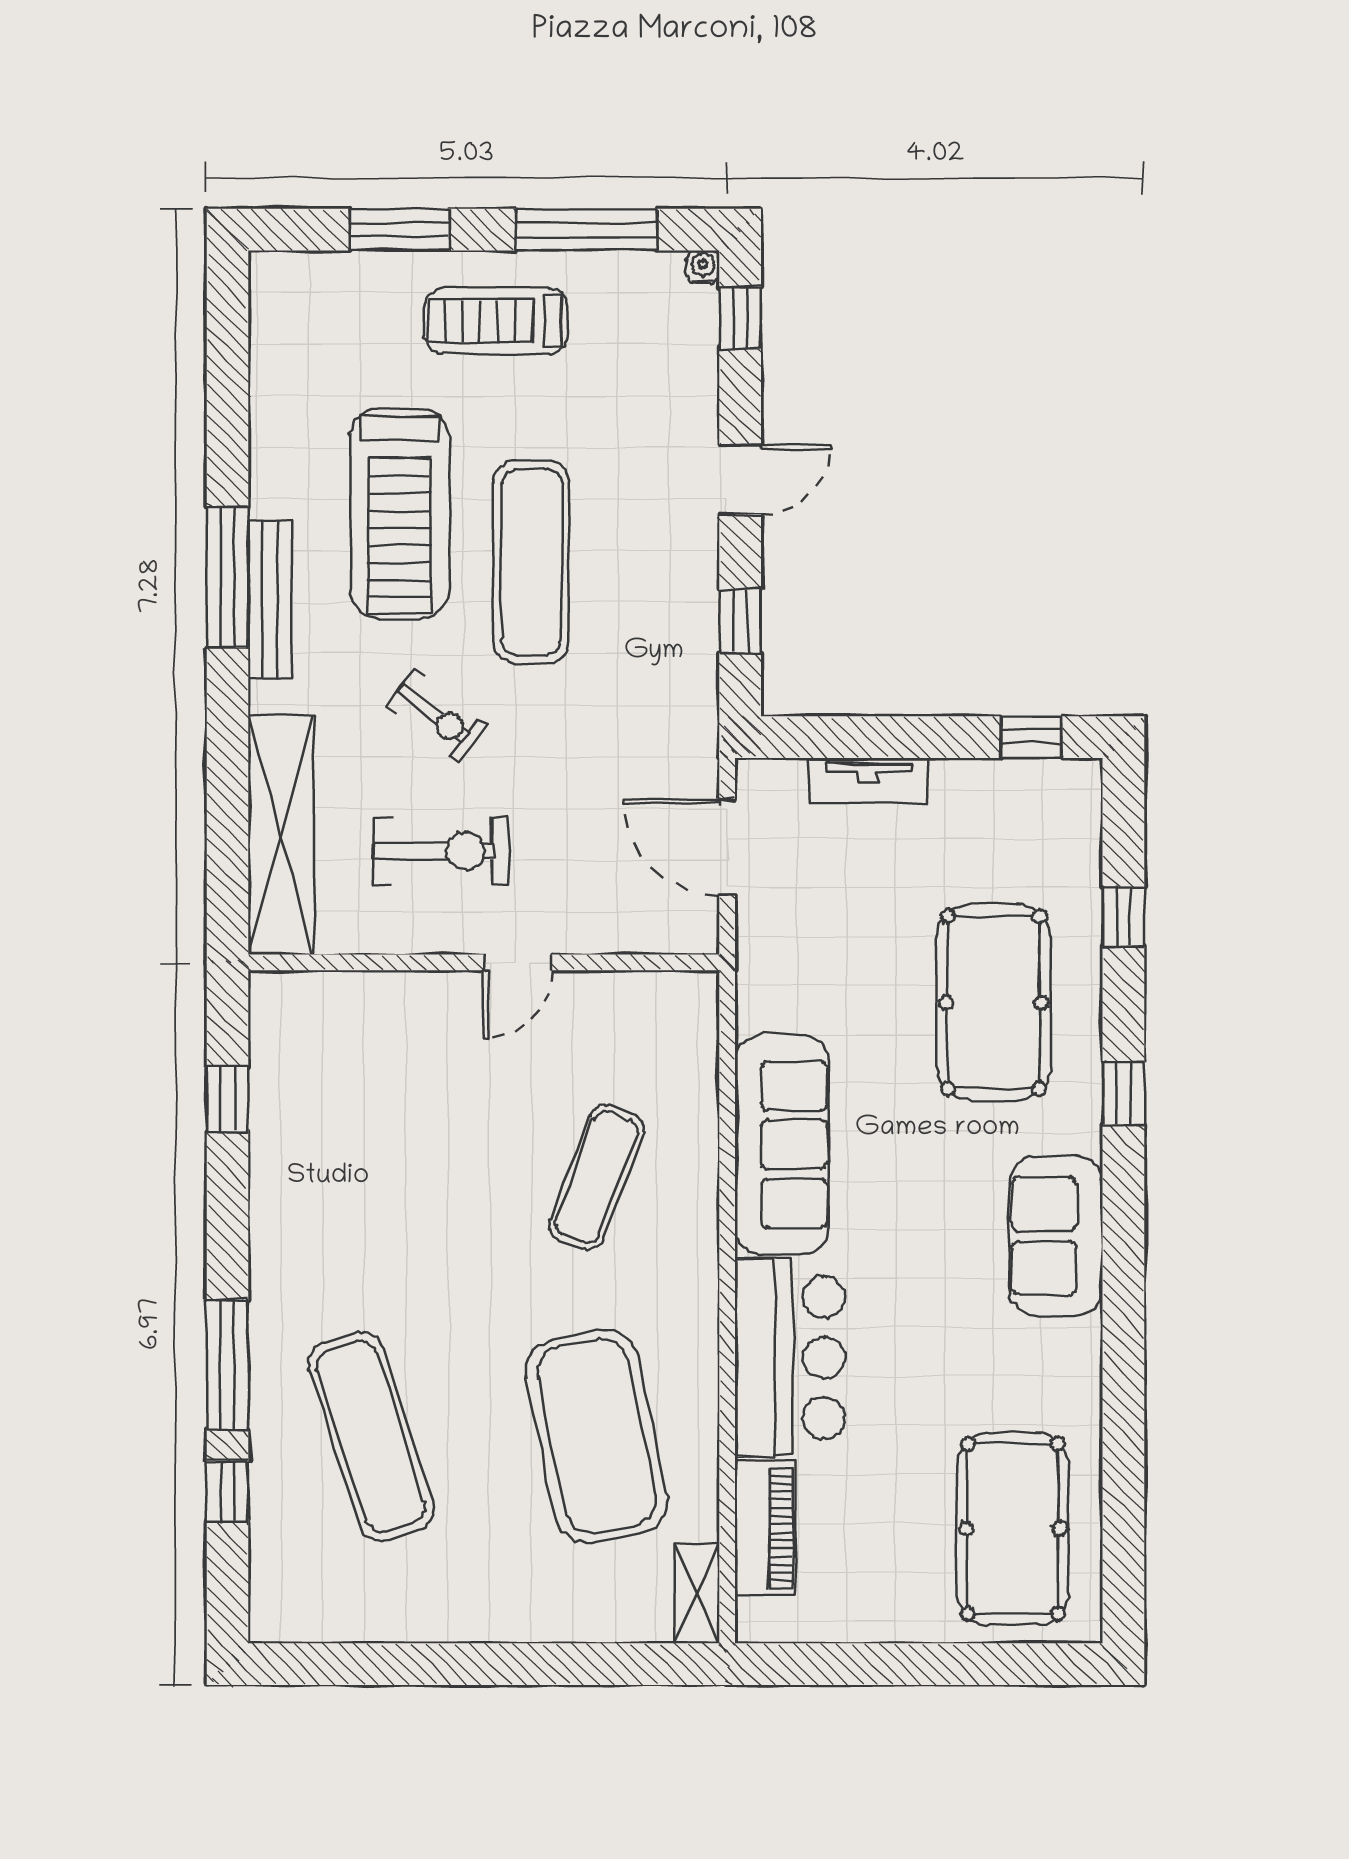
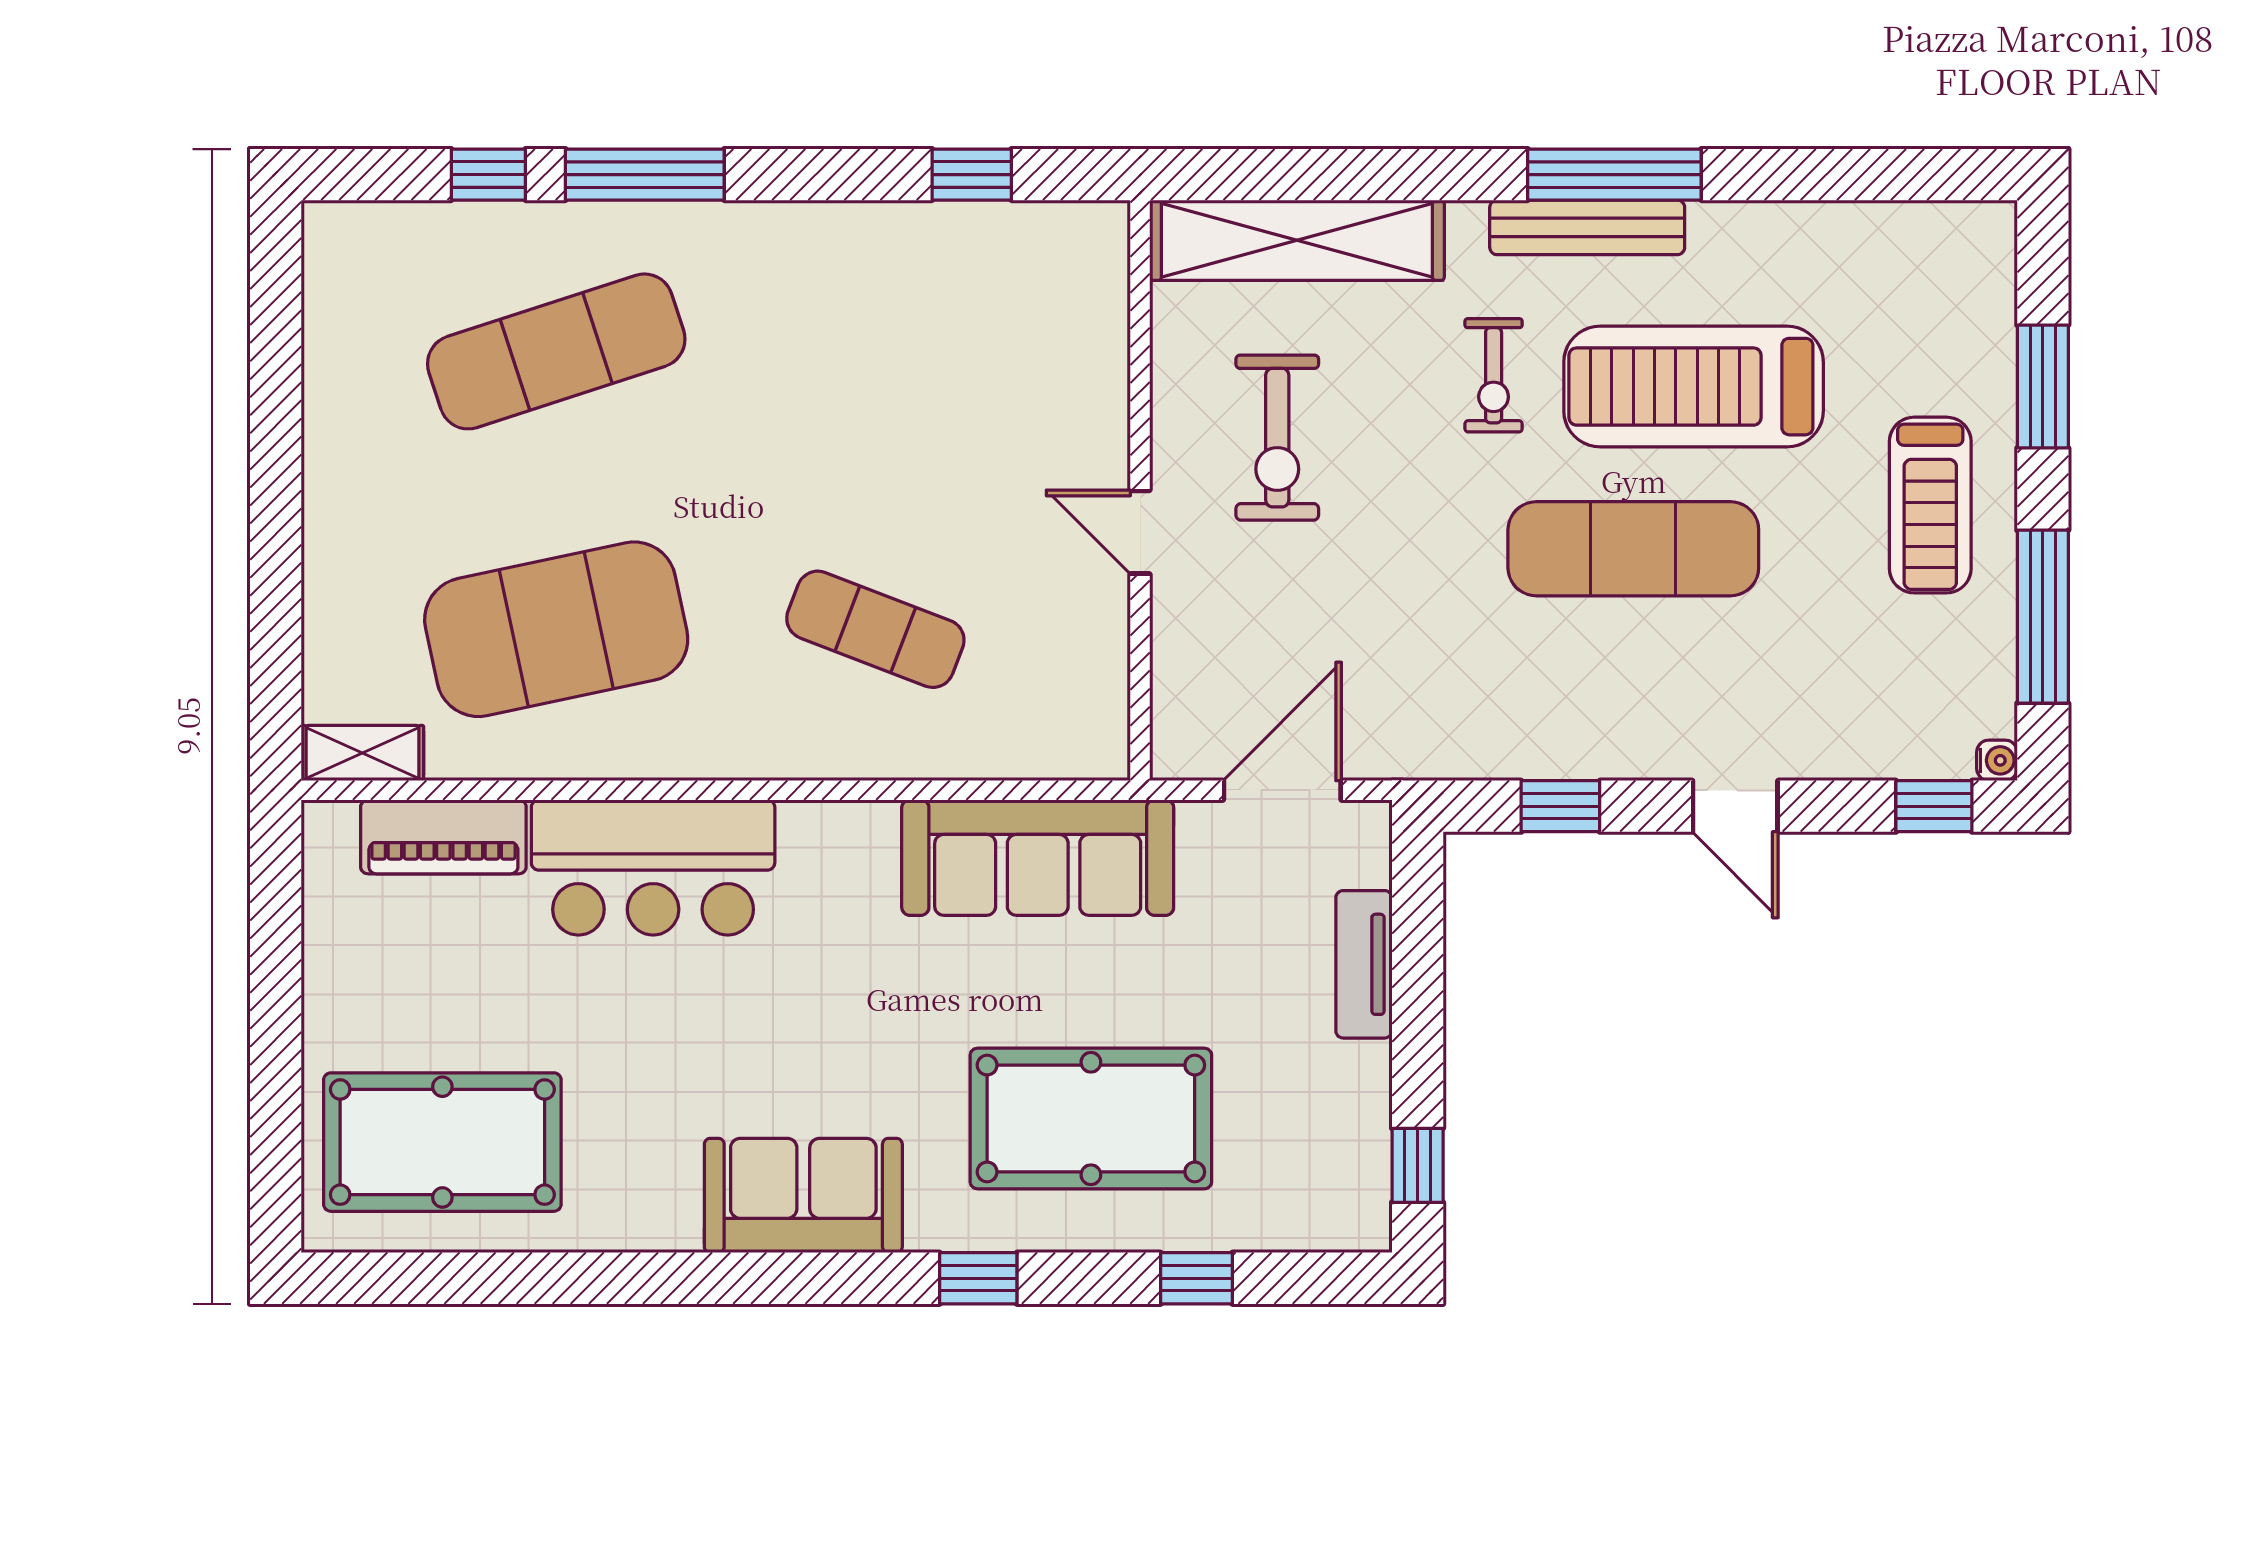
treadmill: (496, 321) -> (1930, 505), turned 180
exercise bike: (437, 716) -> (1494, 375), moved, turned -38
sofa: (782, 1144) -> (1038, 858), moved

